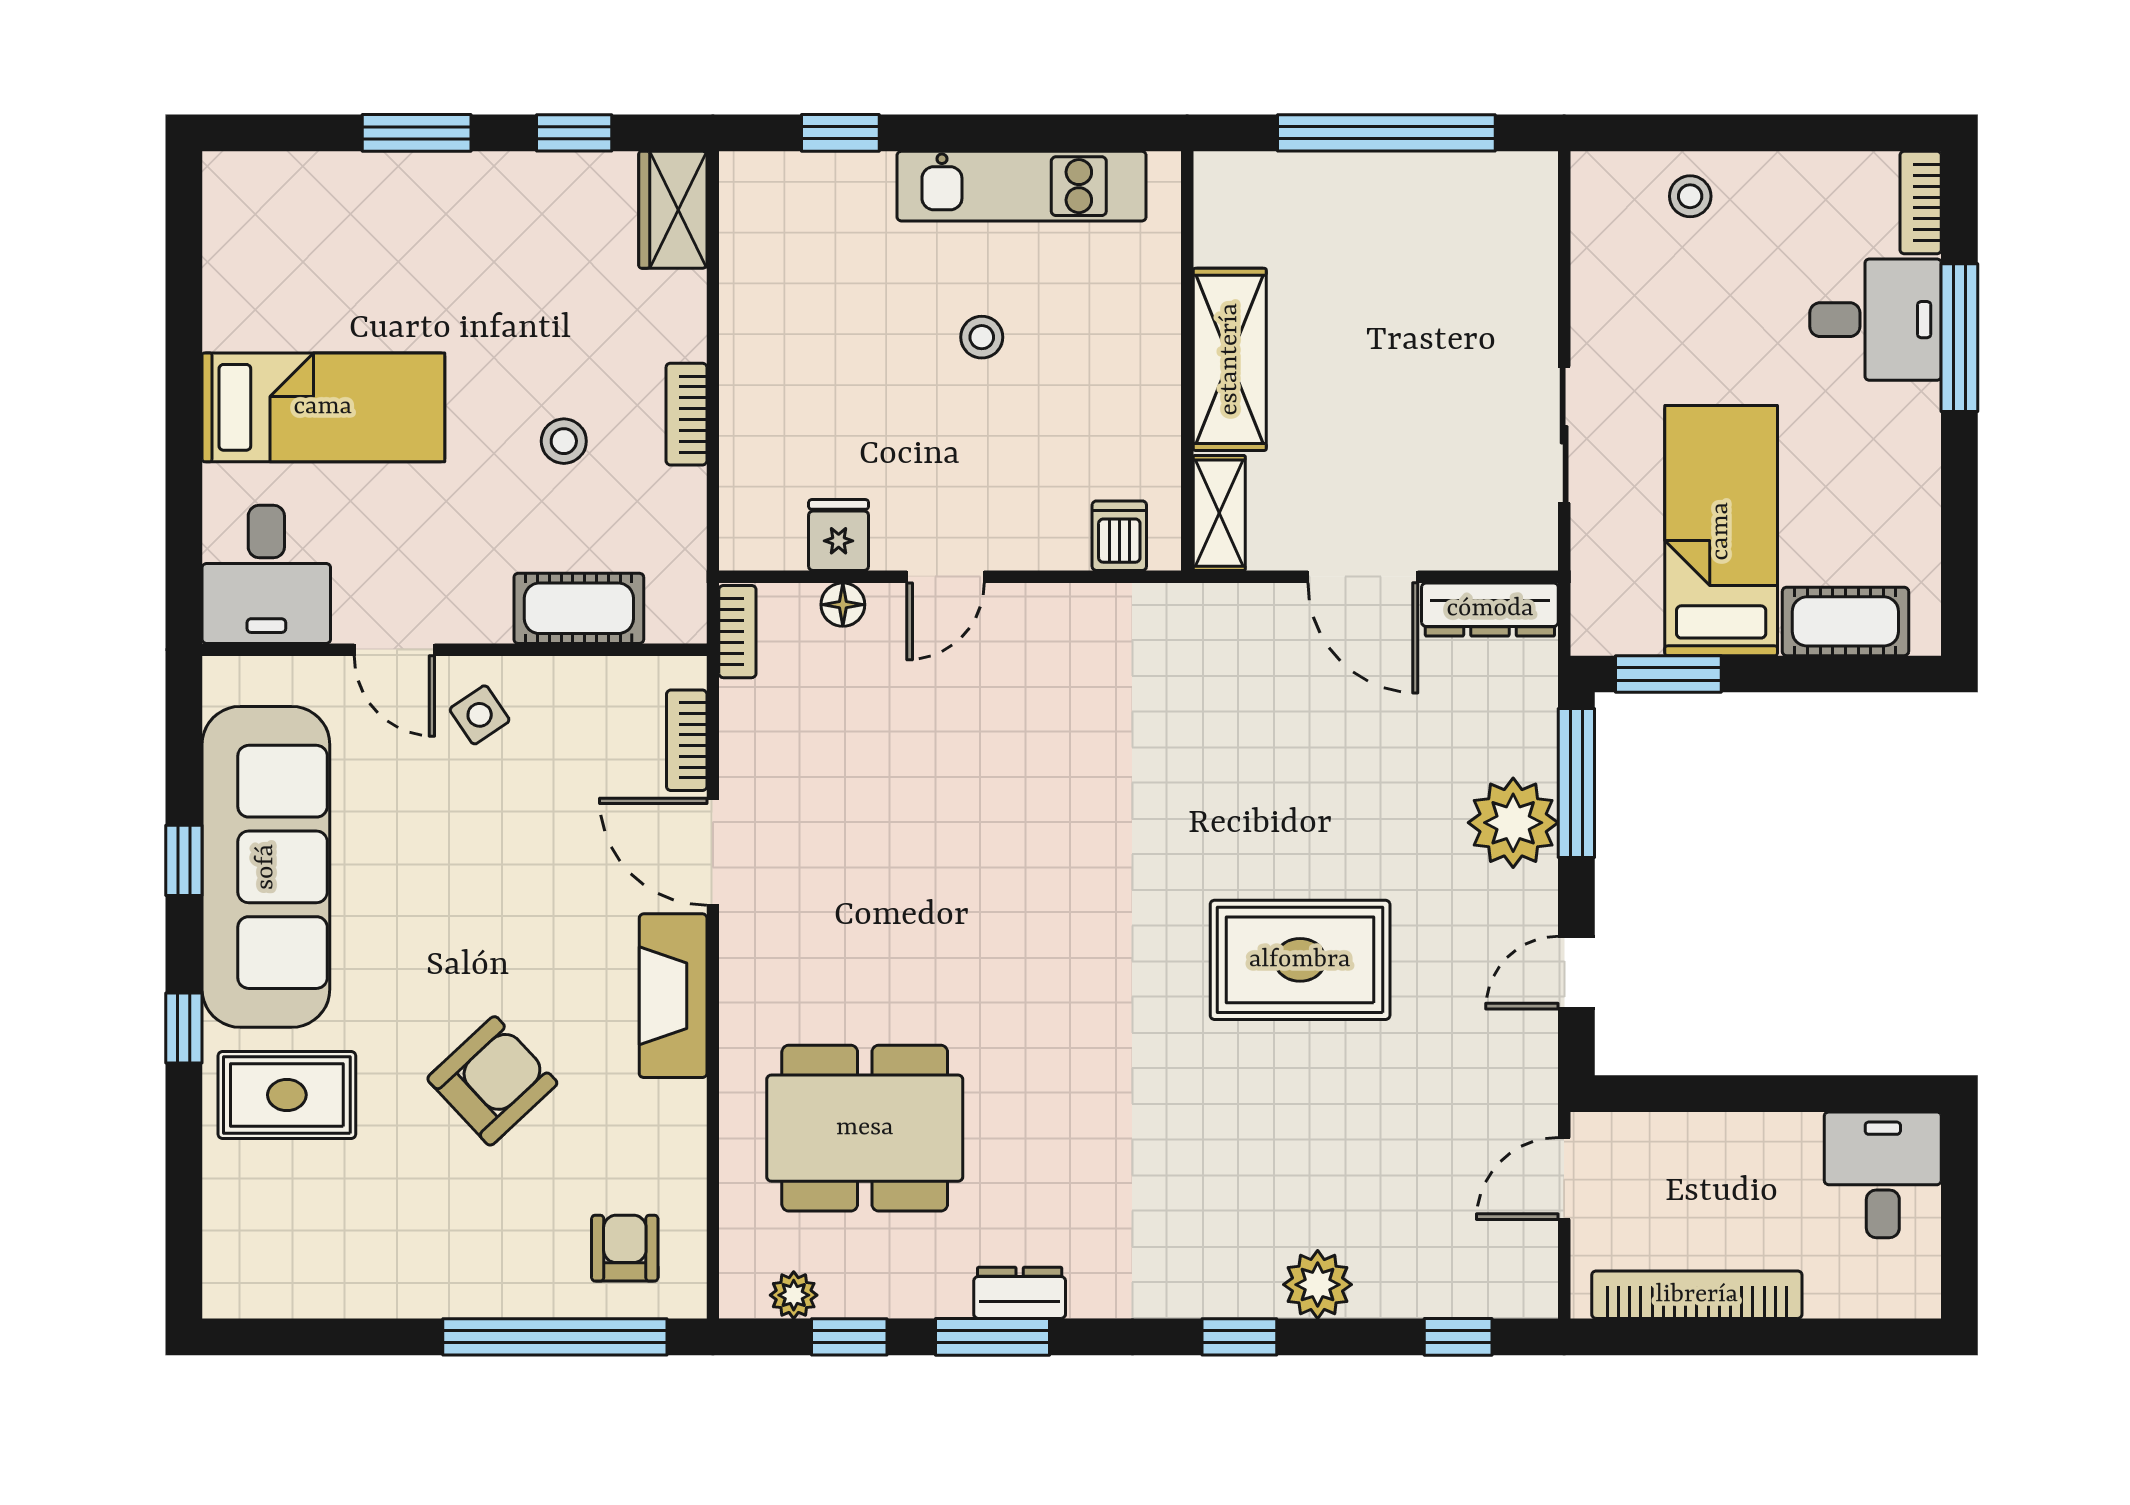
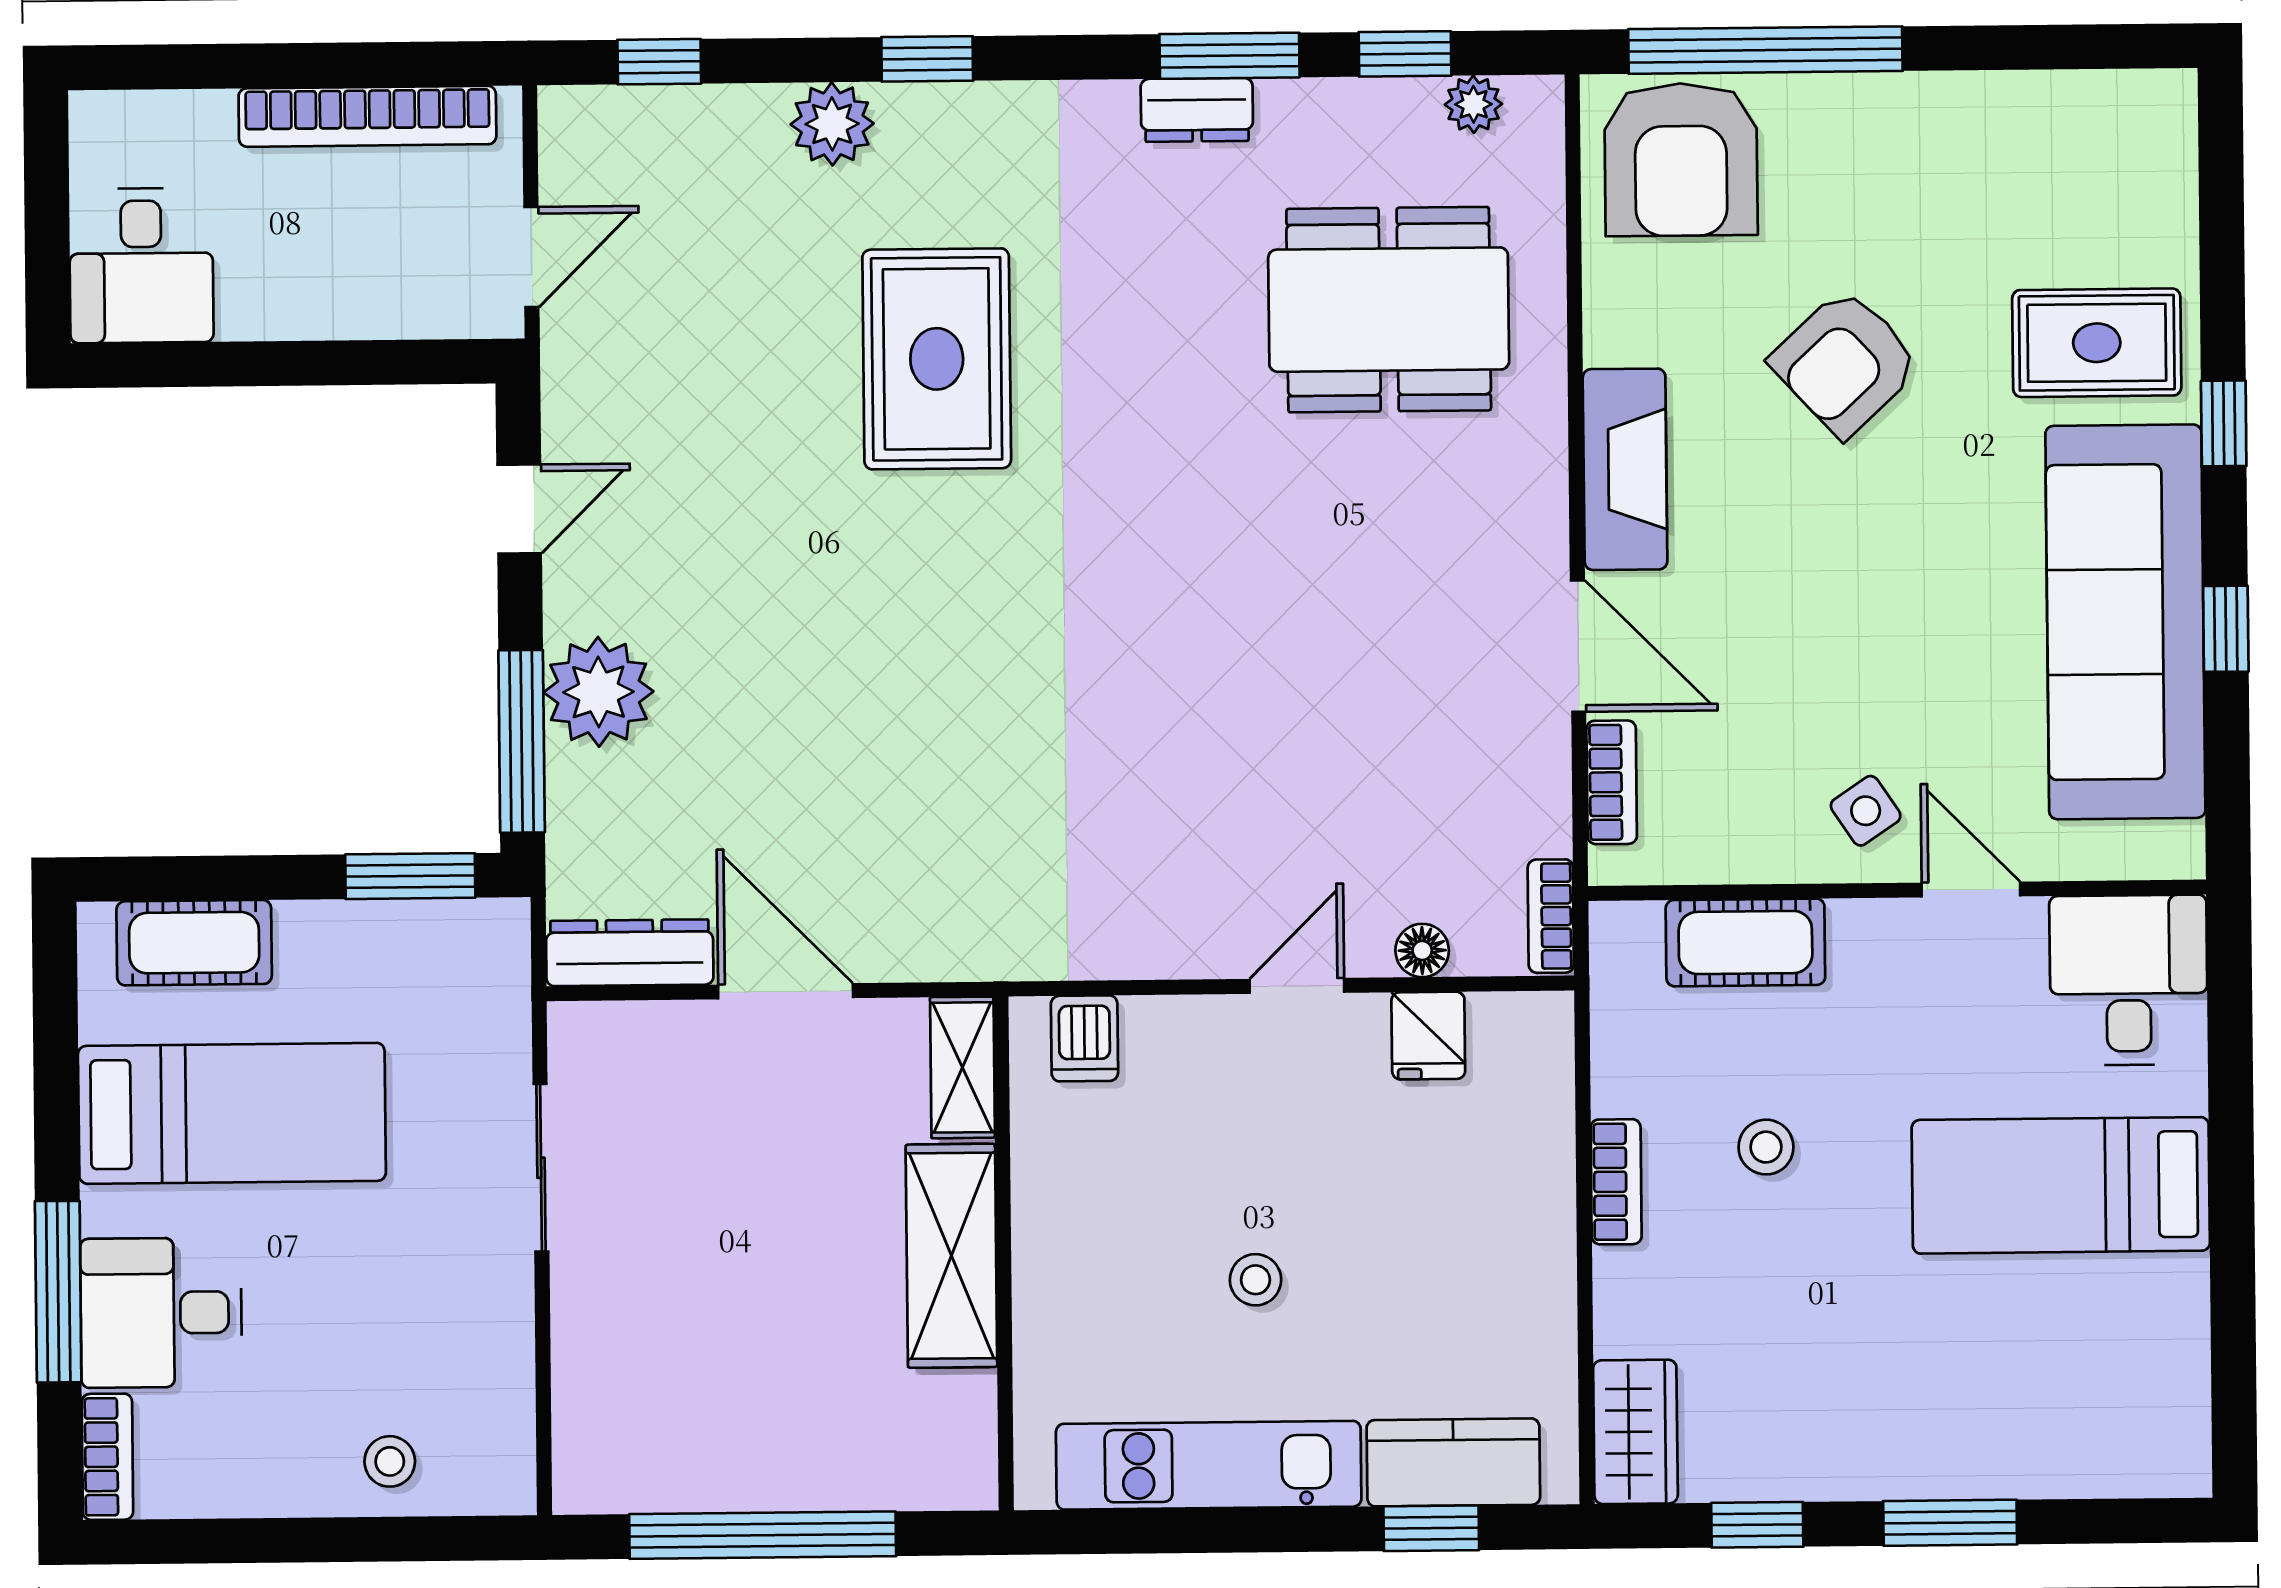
kitchen counter: (822, 186) -> (1453, 1462), added
bed: (1721, 531) -> (232, 1113), moved, turned -90
rug: (1300, 960) -> (937, 359), moved, turned 90
armchair: (625, 1248) -> (1681, 160), width x1.88, depth x1.88

